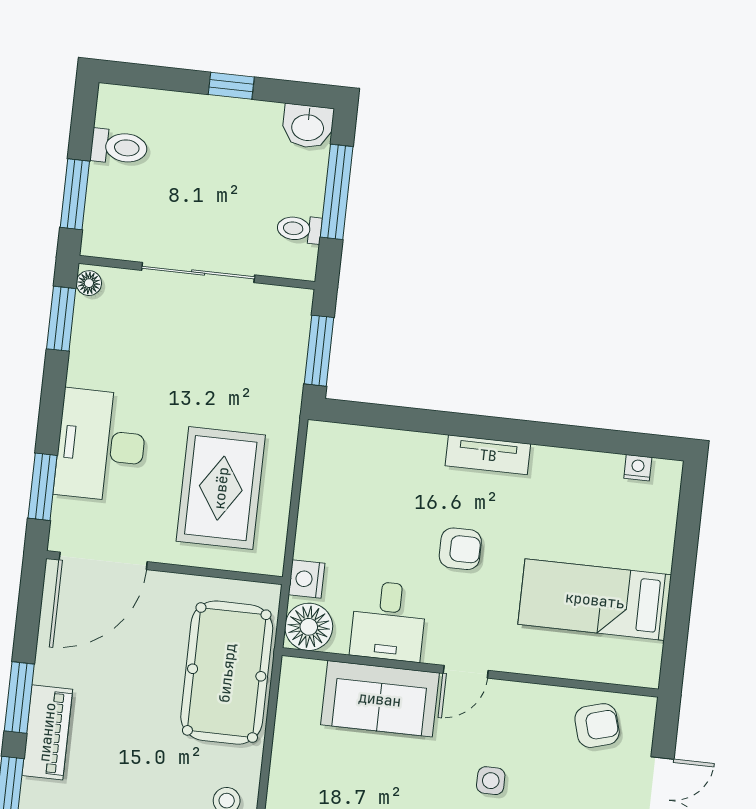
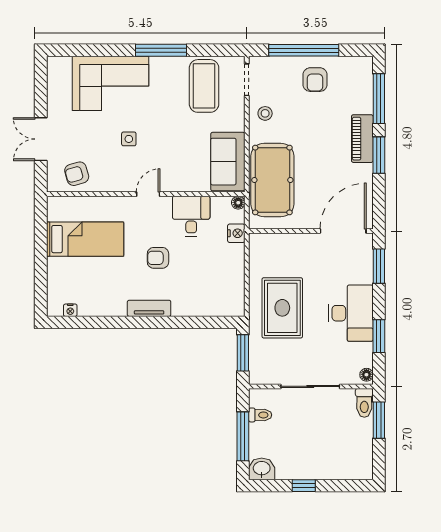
toilet: (119, 147) -> (364, 403), moved, turned -90
window: (61, 319) -> (379, 336), moved
desk: (101, 445) -> (351, 313), moved
rug: (221, 488) -> (282, 308), moved
floor lamp: (309, 627) -> (238, 203), width x0.53, depth x0.53
sofa: (380, 699) -> (228, 162), moved, turned -90

